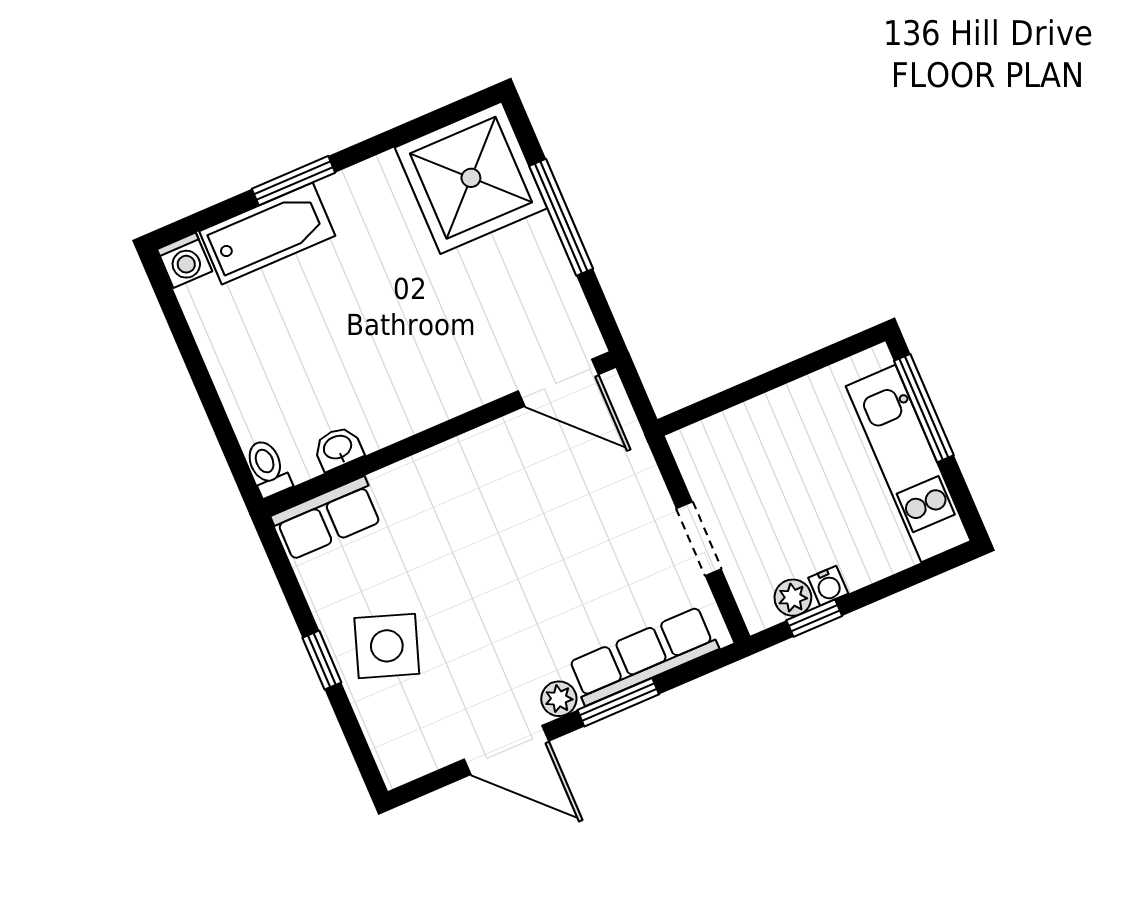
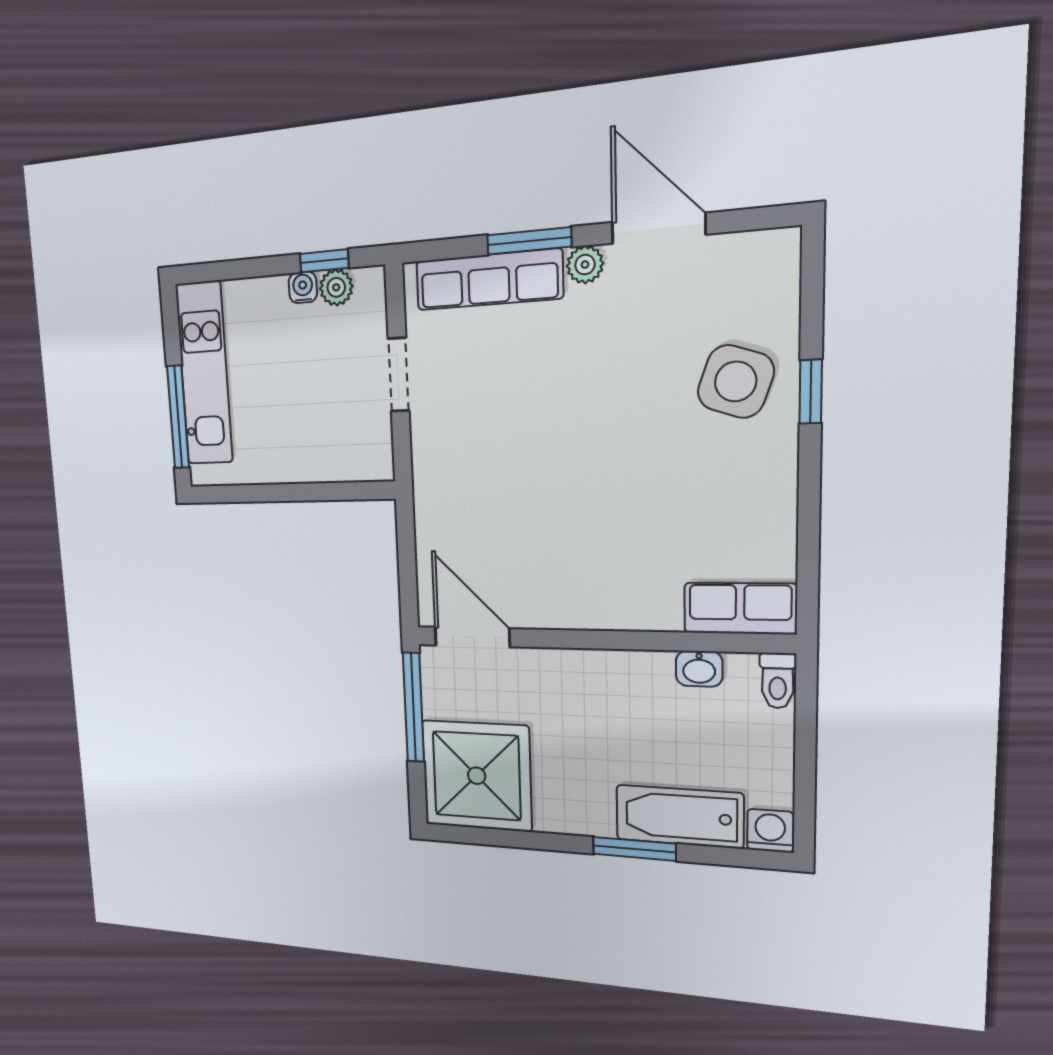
door: (558, 383) -> (472, 637), moved
wall: (439, 434) -> (597, 640), moved
washbasin: (338, 448) -> (699, 669), moved
toilet: (268, 468) -> (778, 681), moved
row of seats: (327, 518) -> (740, 608), moved

